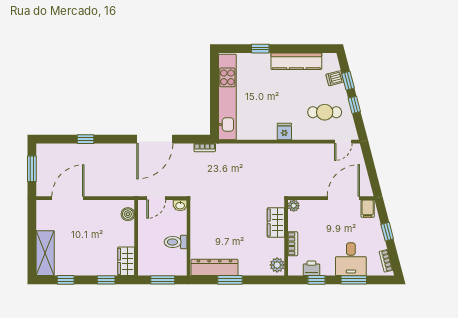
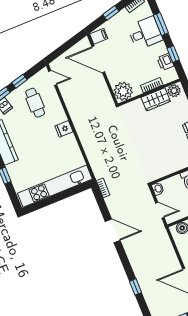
door: (155, 139) -> (113, 231), width x0.73
plant: (294, 206) -> (123, 91), width x1.88, depth x1.88
wardrobe: (276, 222) -> (156, 99), moved

